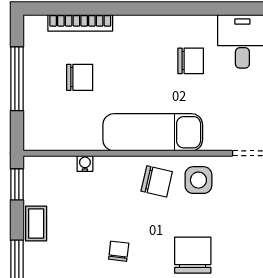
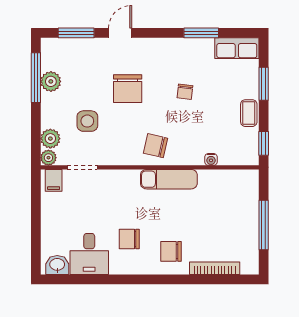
chair: (80, 77) -> (171, 251), moved
exam couch: (153, 132) -> (169, 179), width x0.73, depth x0.69
side table: (198, 180) -> (87, 121), moved

